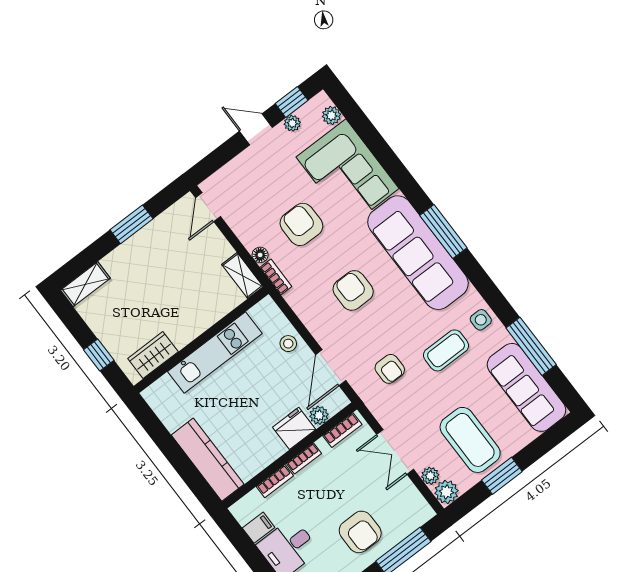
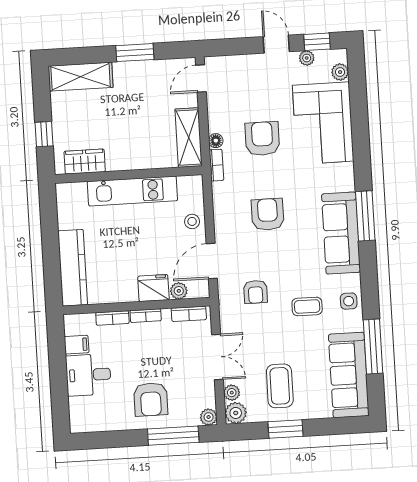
sofa: (418, 253) -> (341, 233), width x0.74, depth x0.79
shelving: (242, 276) -> (189, 138), width x1.50, depth x1.33
shelving: (85, 284) -> (81, 77), width x1.50, depth x1.33
coffee table: (446, 350) -> (307, 306), width x0.73, depth x0.77
coffee table: (470, 440) -> (280, 386), width x0.73, depth x0.76
double door: (395, 452) -> (217, 357), swing flipped
plant: (424, 512) -> (209, 417), added

